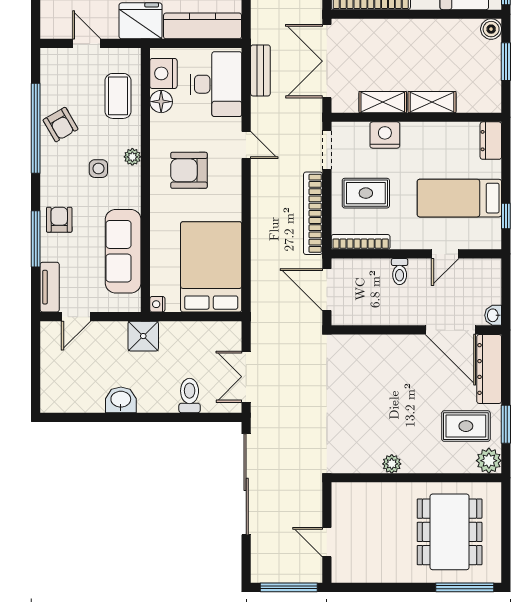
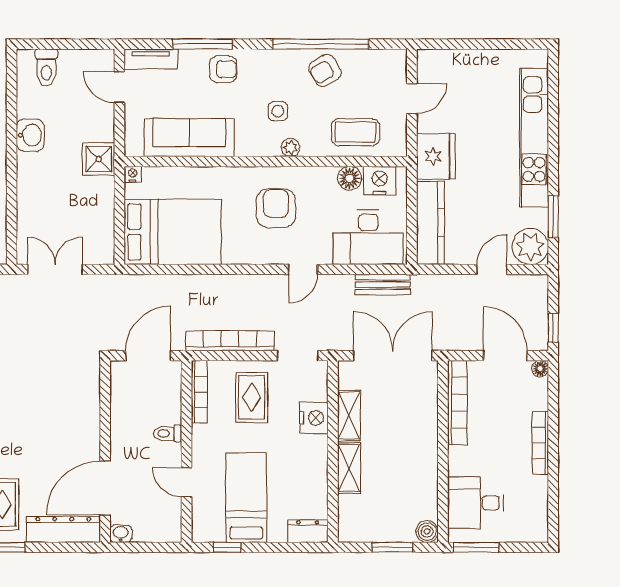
toilet: (190, 395) -> (46, 67), moved, turned 90

